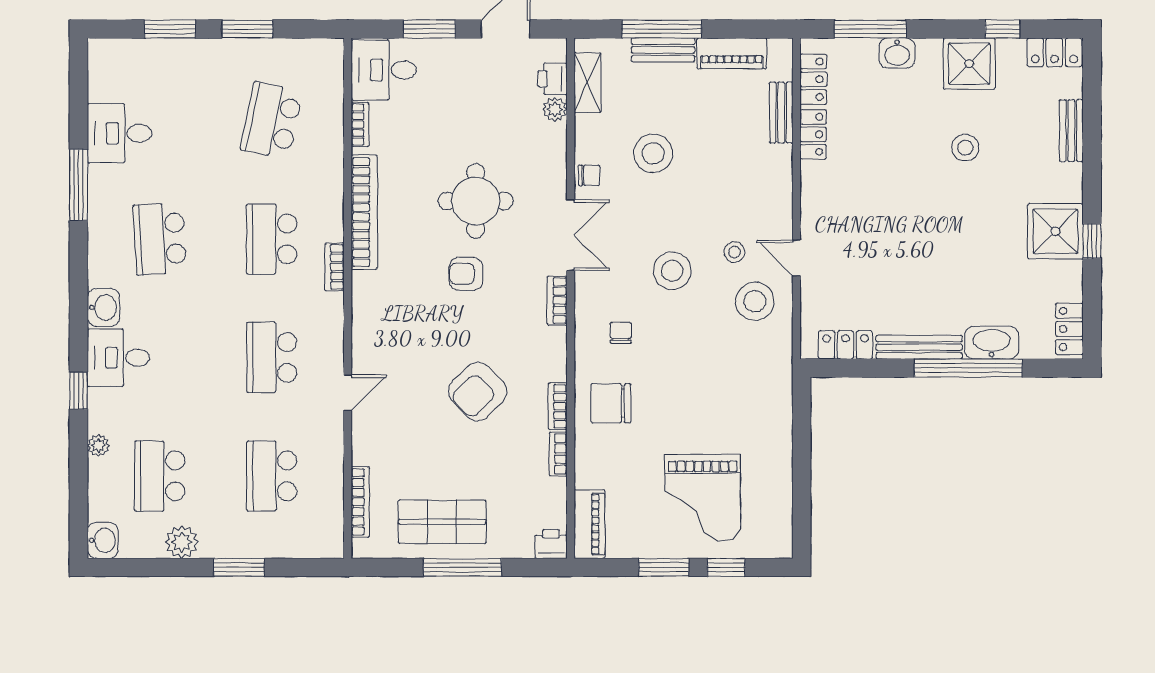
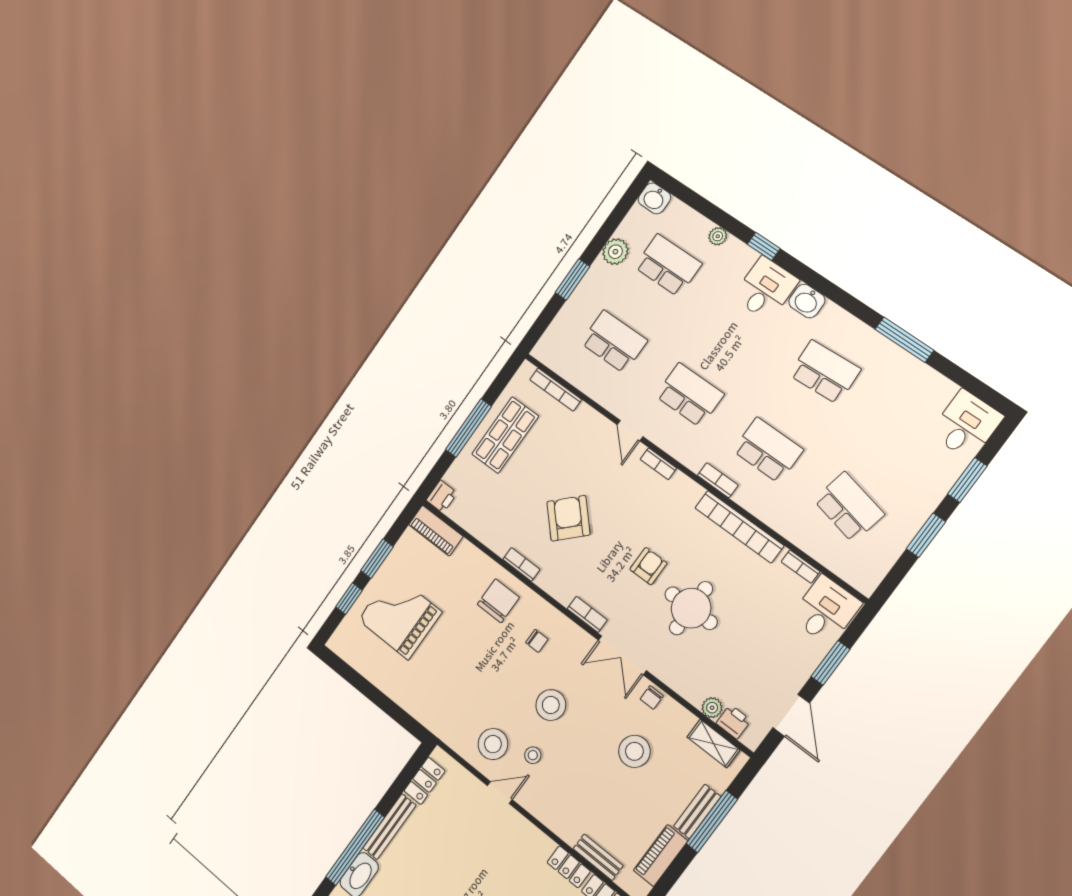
desk: (119, 133) -> (966, 425), moved
bookcase: (558, 454) -> (658, 464), moved, turned 180

